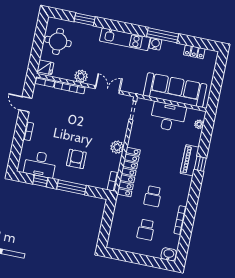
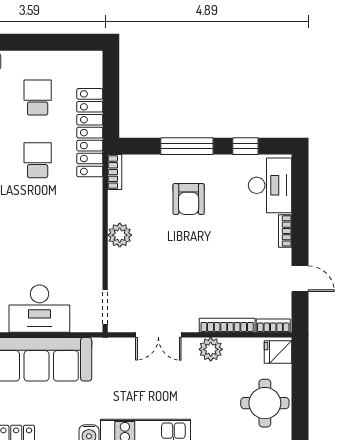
desk: (40, 164) -> (270, 185), moved, turned 90
locker: (129, 172) -> (90, 133), moved

